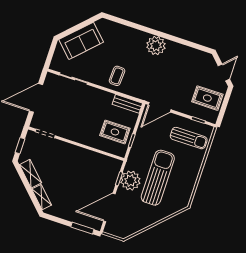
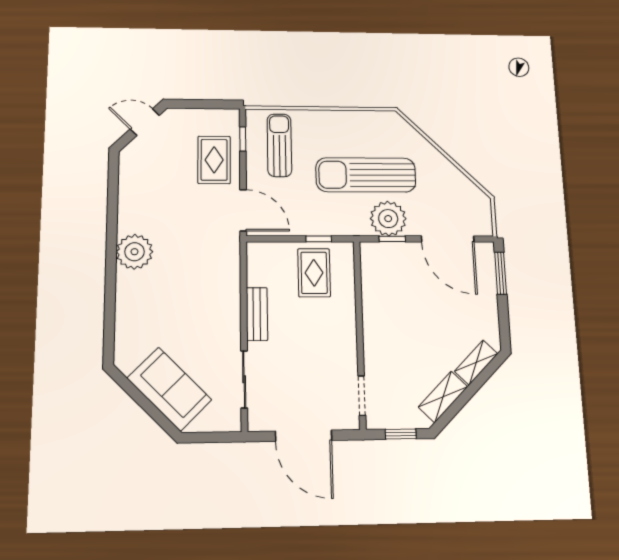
coffee table: (117, 76) -> (213, 302), removed
rug: (207, 98) -> (214, 160), moved
bench: (127, 104) -> (257, 314), moved

